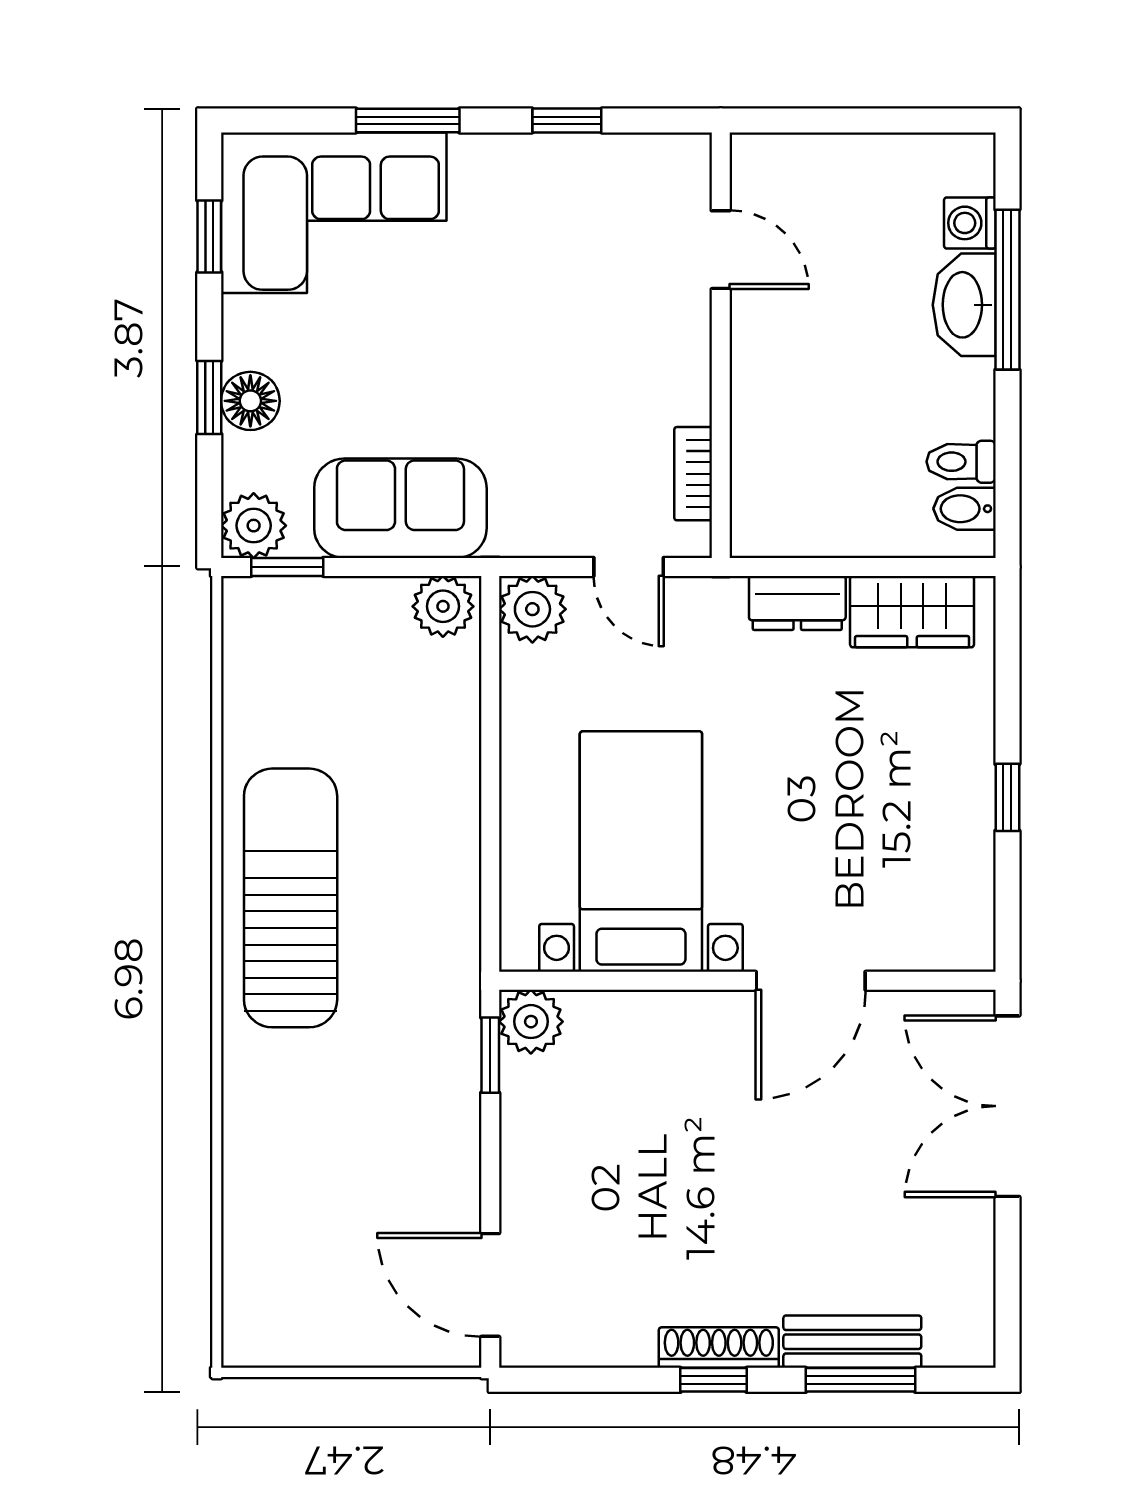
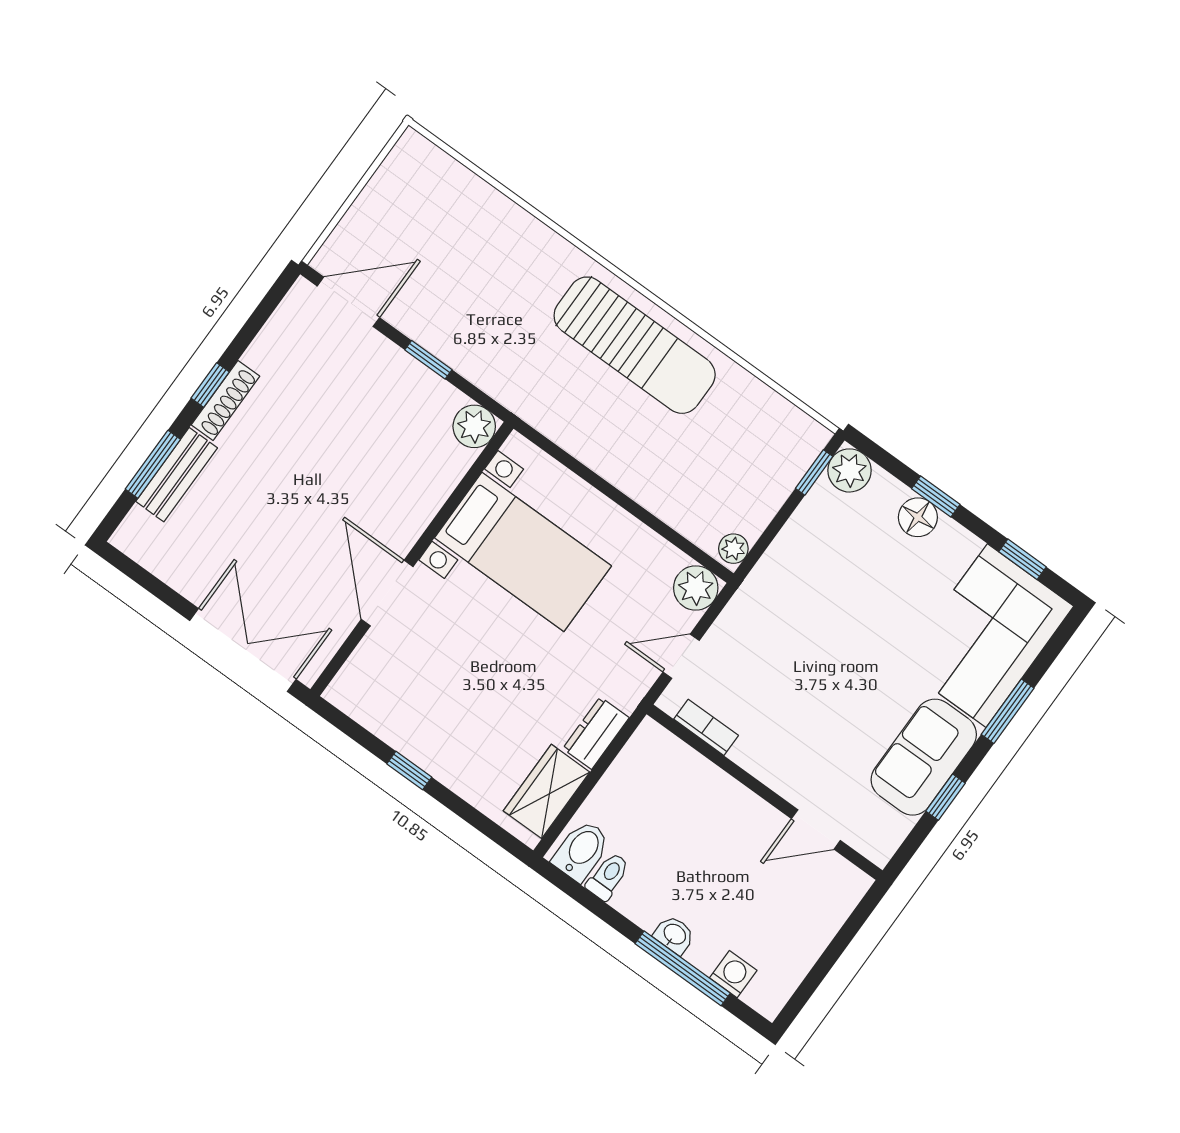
washbasin: (964, 305) -> (674, 935), width x0.52, depth x0.69
sofa: (400, 508) -> (924, 757), moved, turned 180
bidet: (964, 509) -> (581, 851), width x1.38, depth x1.36
plant: (443, 606) -> (733, 549), width x0.73, depth x0.73
window: (490, 1055) -> (428, 360), moved

